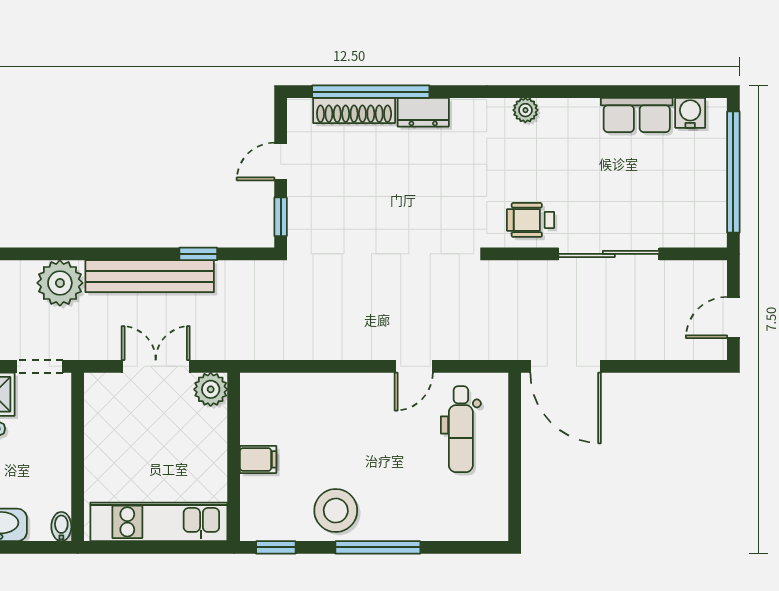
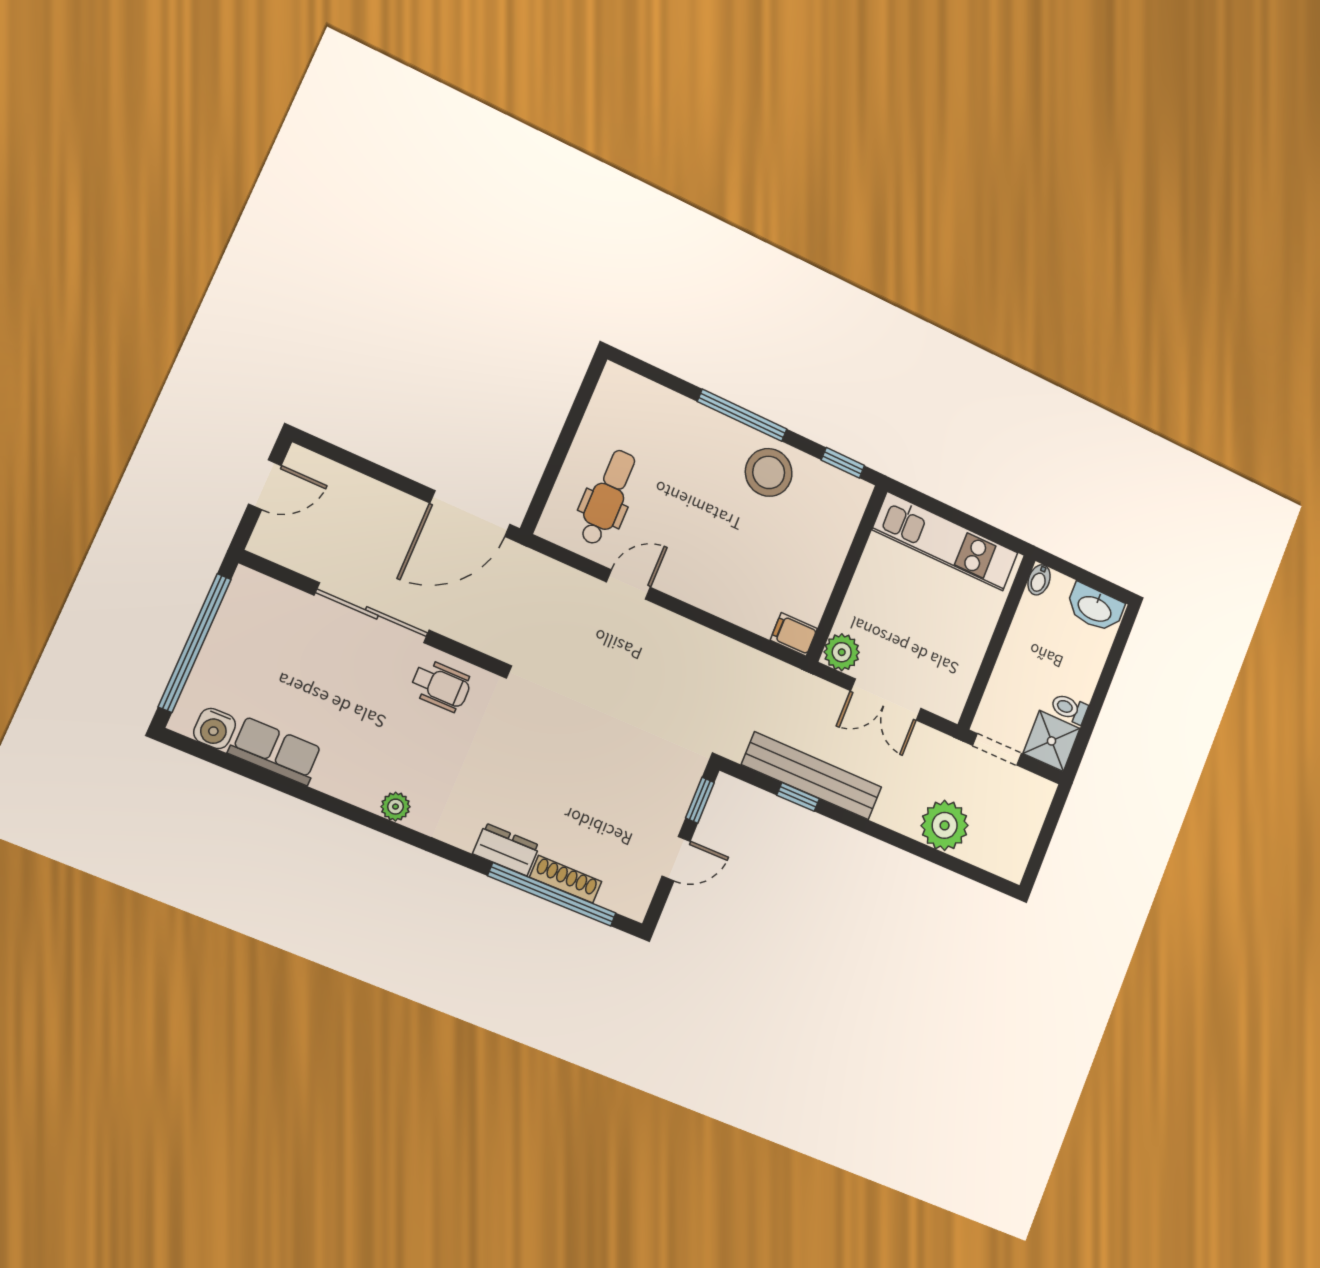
shoe rack: (354, 110) -> (566, 879), width x0.74, depth x0.81
bench: (150, 276) -> (812, 776), moved
door: (566, 366) -> (470, 514), swing flipped
filing cabinet: (258, 459) -> (794, 634), moved

